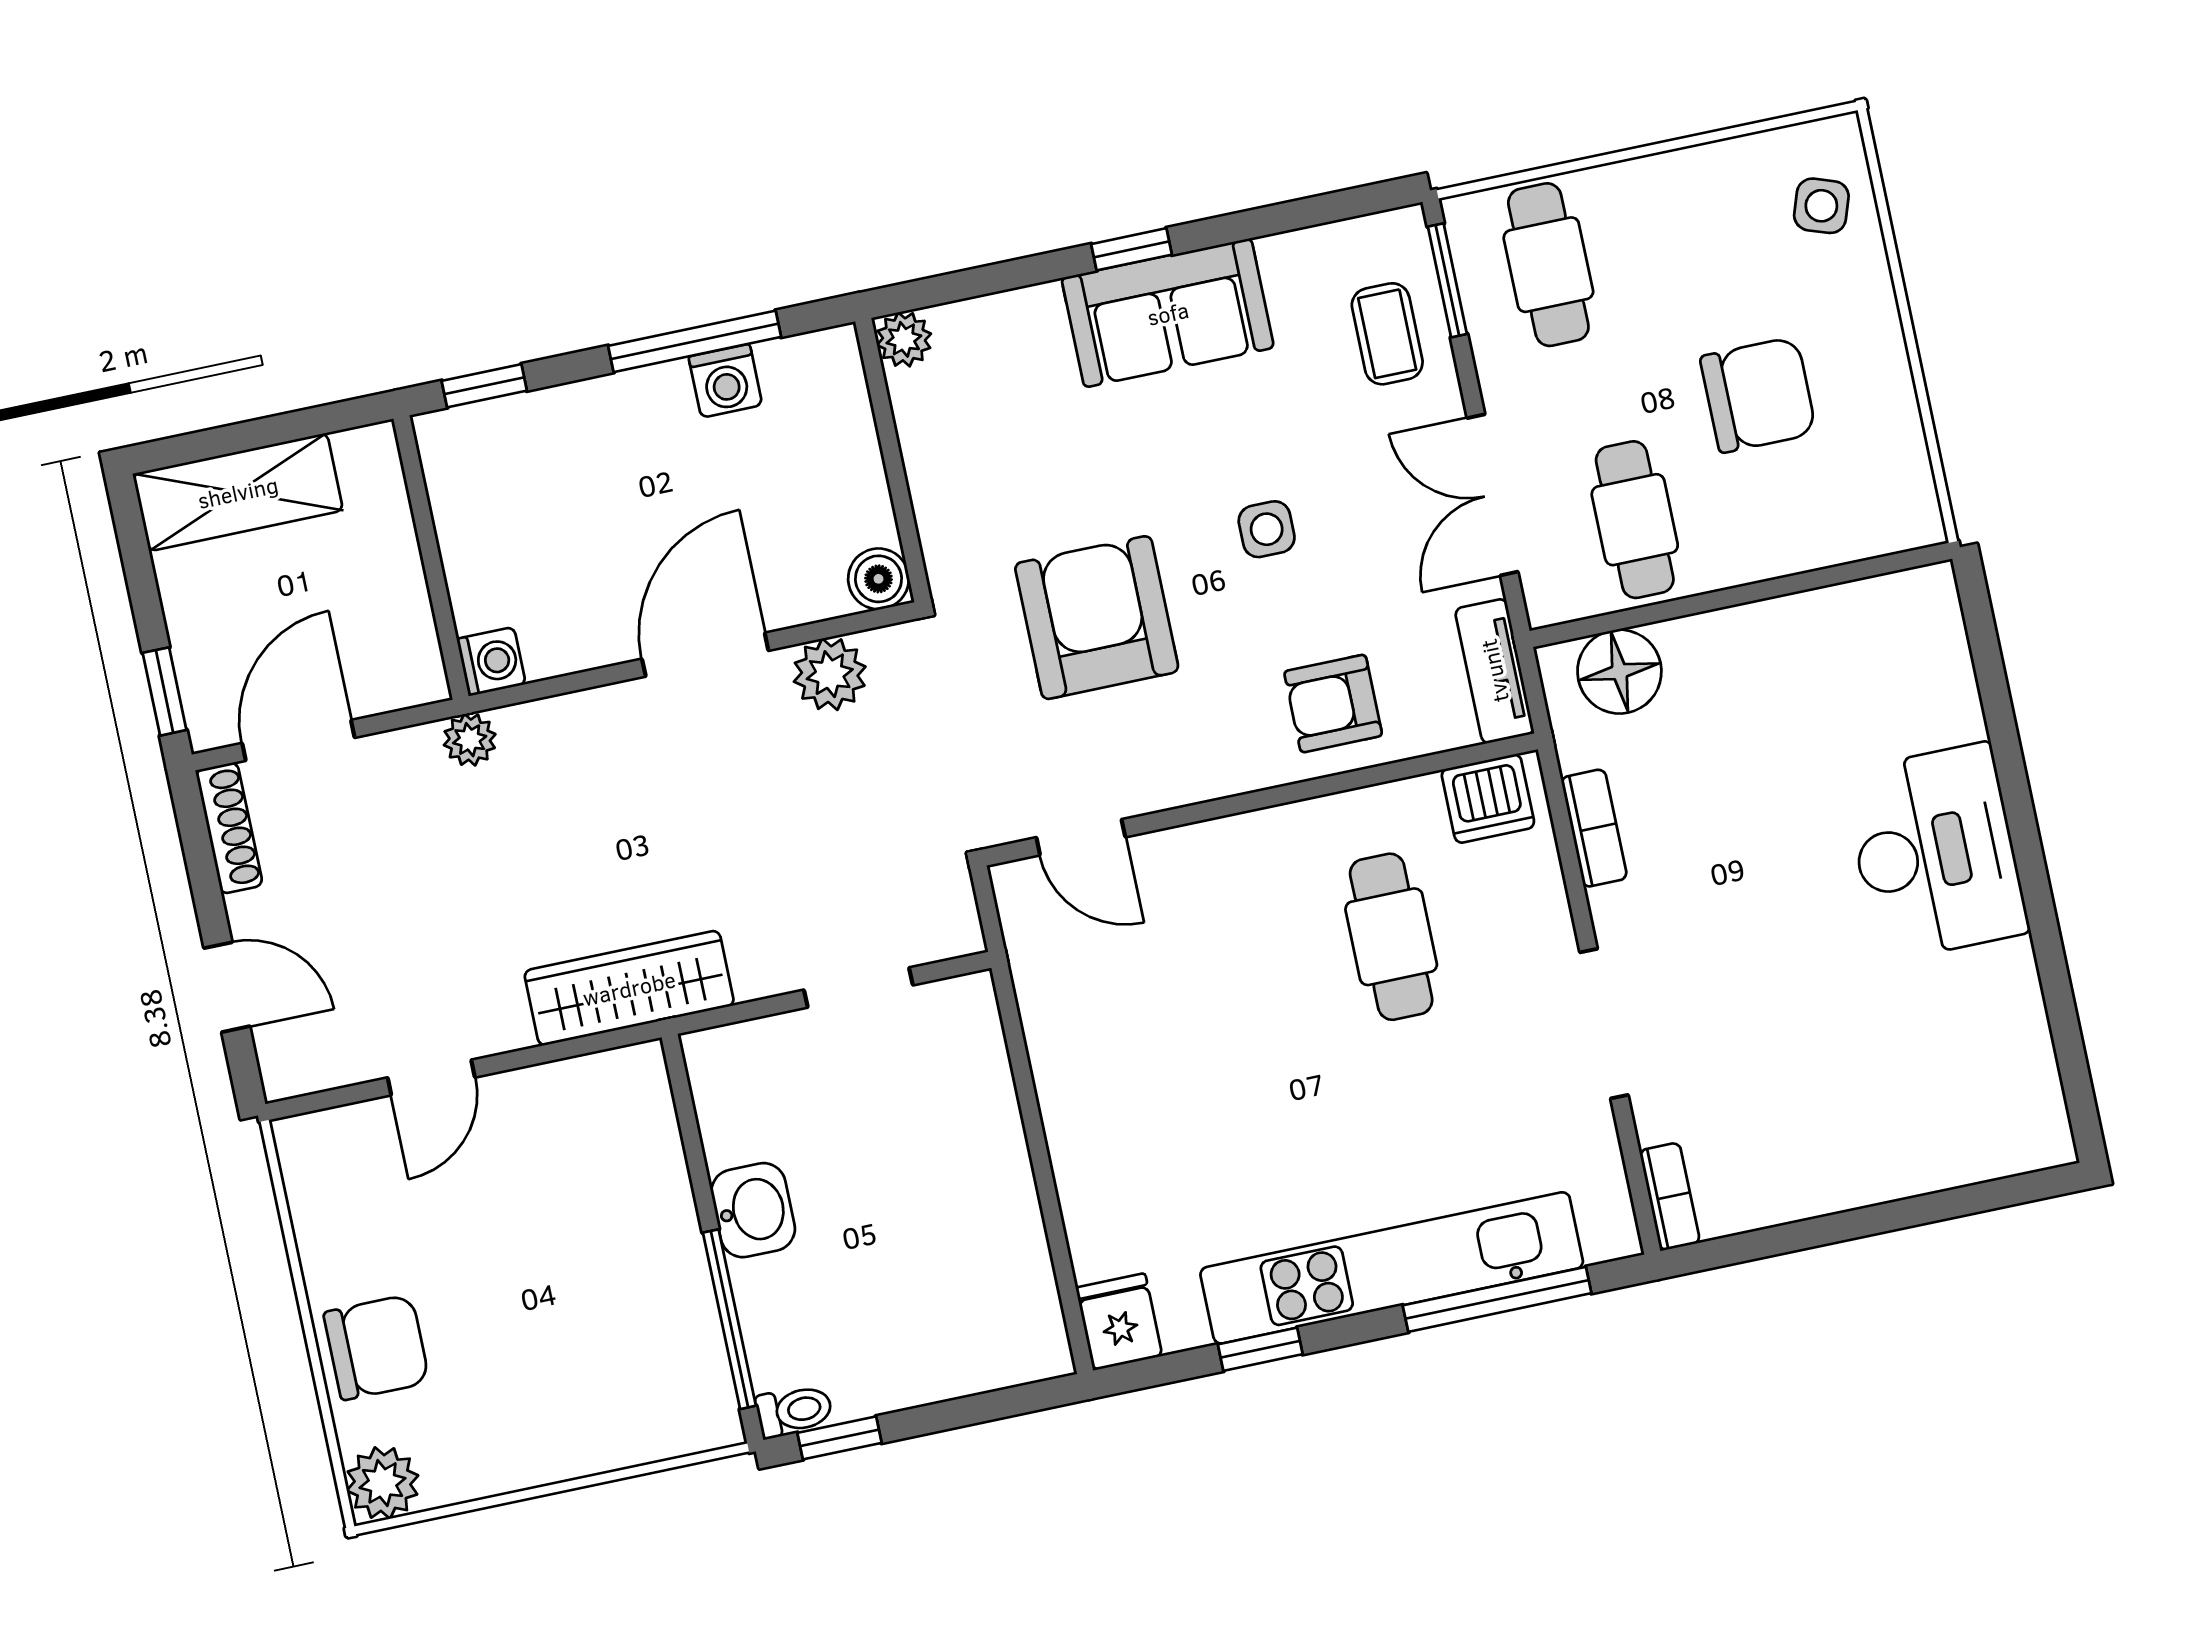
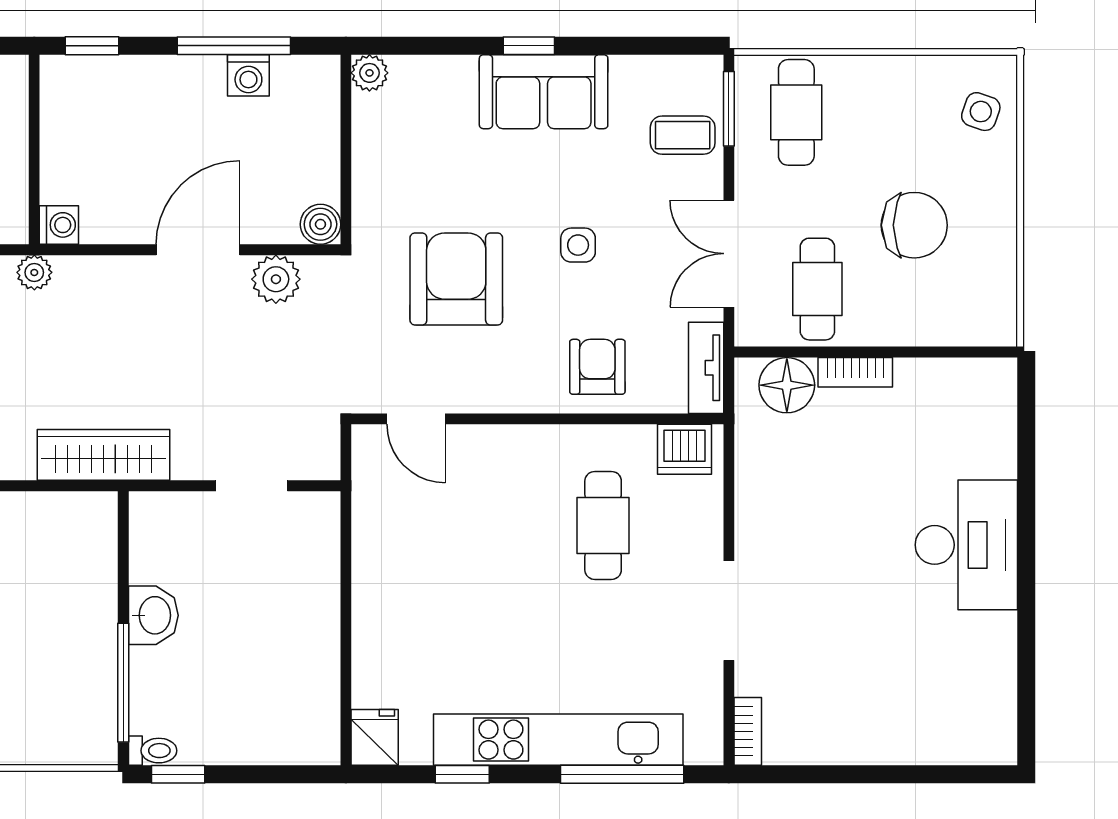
coffee table: (1387, 334) -> (683, 135), turned 90
armchair: (1333, 704) -> (597, 367), turned 90
bookcase: (1594, 828) -> (855, 372), moved, turned 90

